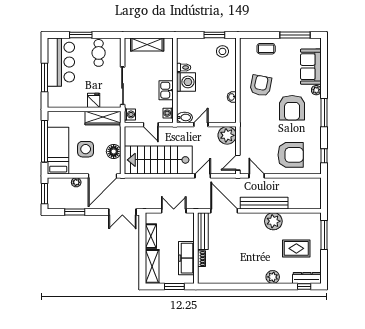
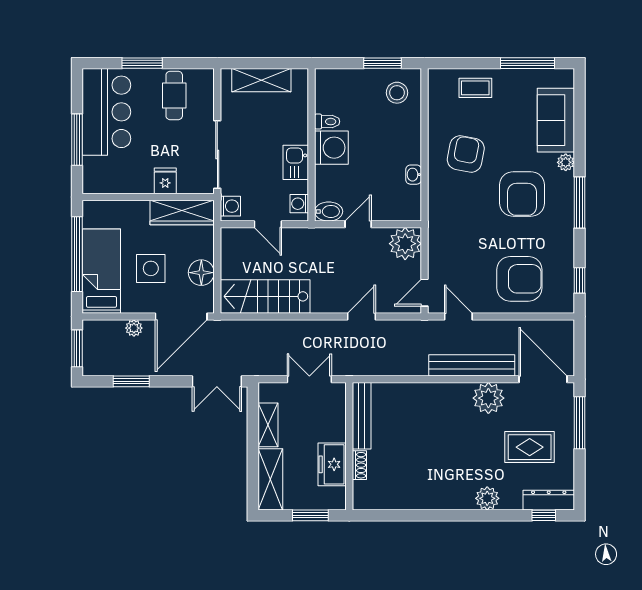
stairs: (158, 160) -> (265, 296), width x0.73, depth x0.66
door: (224, 211) -> (543, 379), moved
freezer: (186, 258) -> (332, 464), width x0.71

